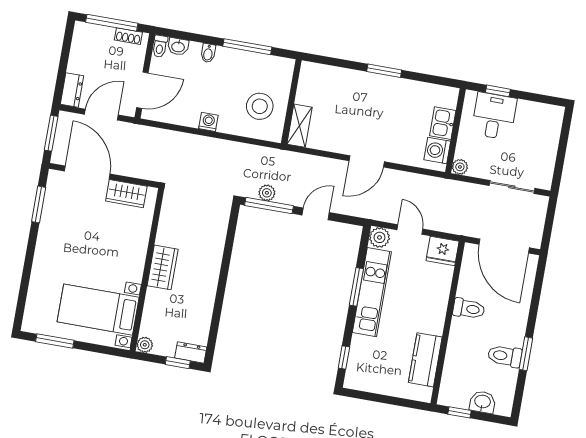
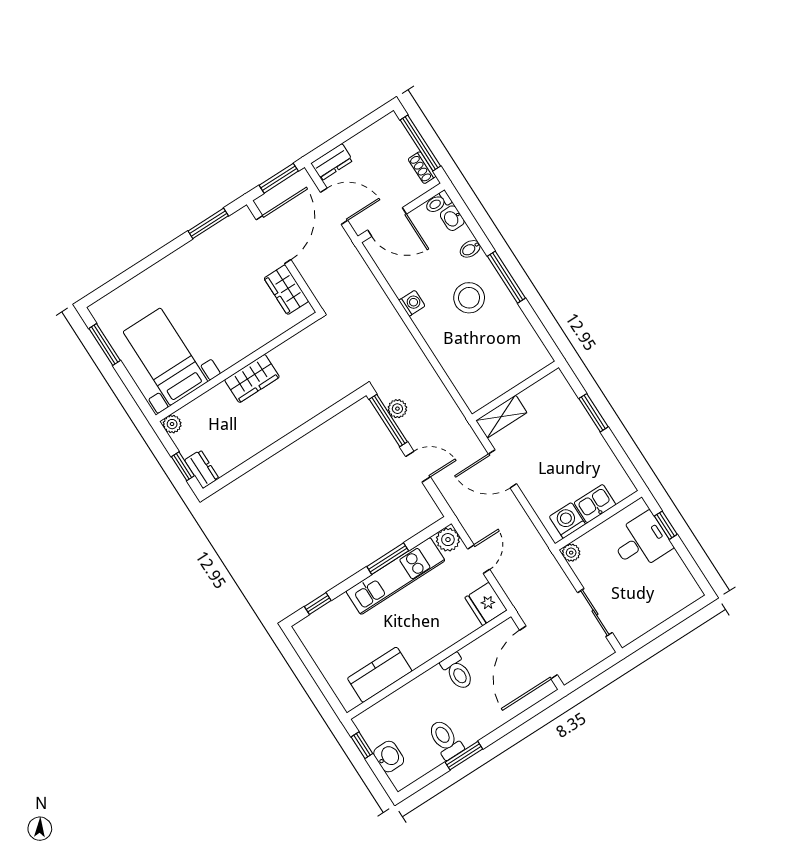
wall: (291, 102) -> (515, 391), moved
stool: (260, 106) -> (469, 298), moved
shelving: (300, 126) -> (501, 417), moved

